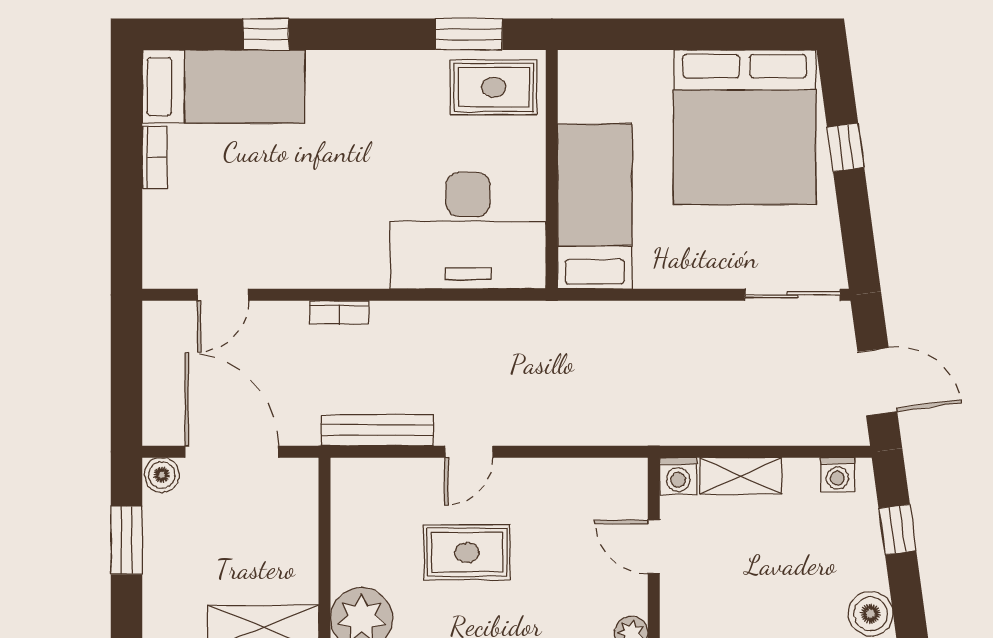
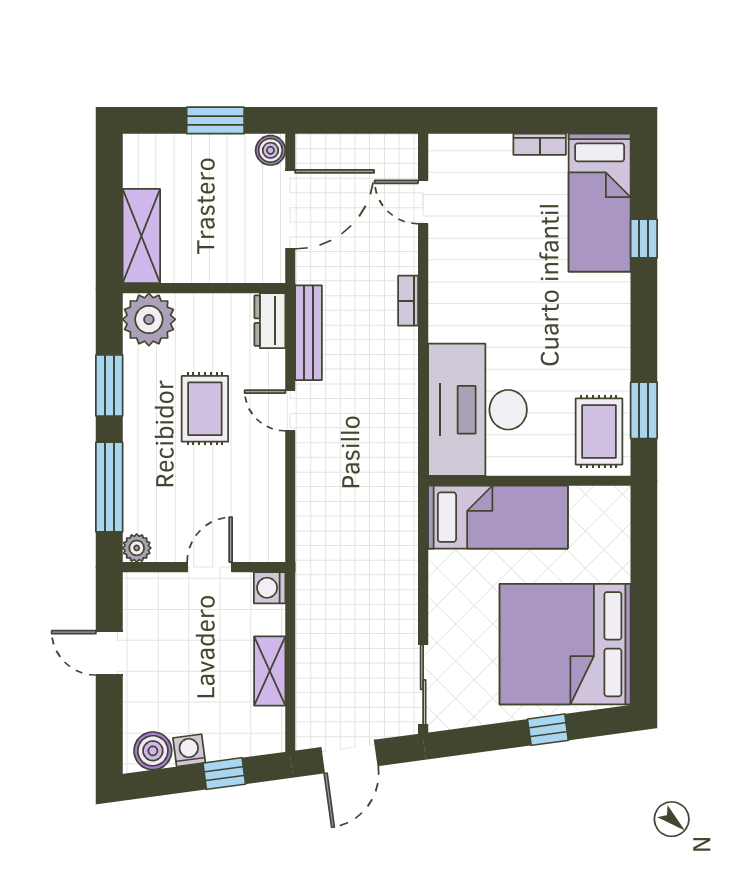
washing machine: (837, 475) -> (189, 750), moved, turned 82
dresser: (363, 476) -> (270, 321), added
shelving: (741, 476) -> (270, 671), moved

